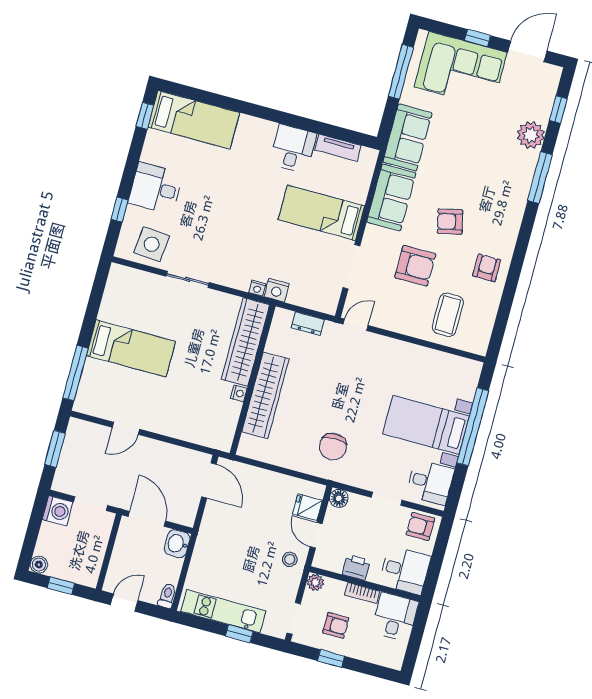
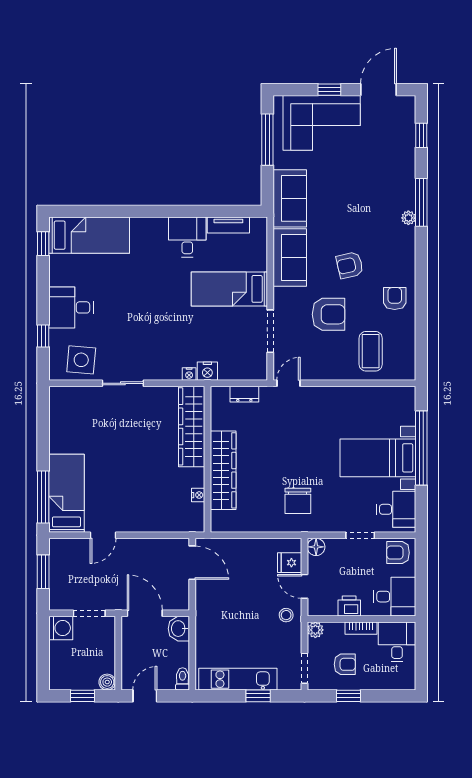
plant: (531, 135) -> (408, 218), moved, width x0.53, depth x0.53
bed: (131, 348) -> (66, 493), moved, turned -90
nightstand: (239, 393) -> (198, 495), moved
boiler: (39, 565) -> (107, 682), moved

